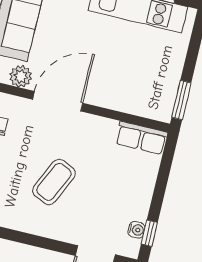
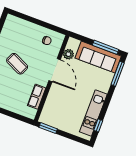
row of seats: (141, 138) -> (37, 97), moved

